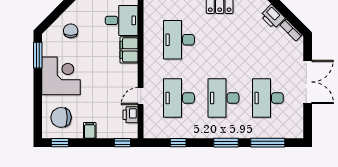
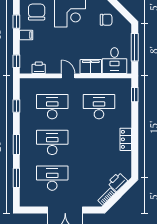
door: (141, 96) -> (68, 76), moved
window: (60, 143) -> (16, 22), moved
window: (268, 143) -> (16, 178), width x0.69

